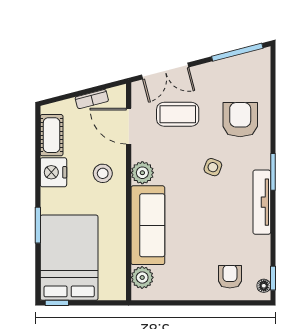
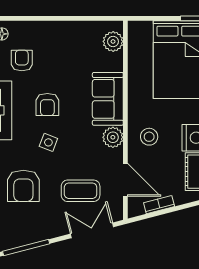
armchair: (214, 209) -> (47, 104), added
sofa: (148, 225) -> (108, 99), width x0.73
armchair: (230, 277) -> (22, 61), moved, turned 180

